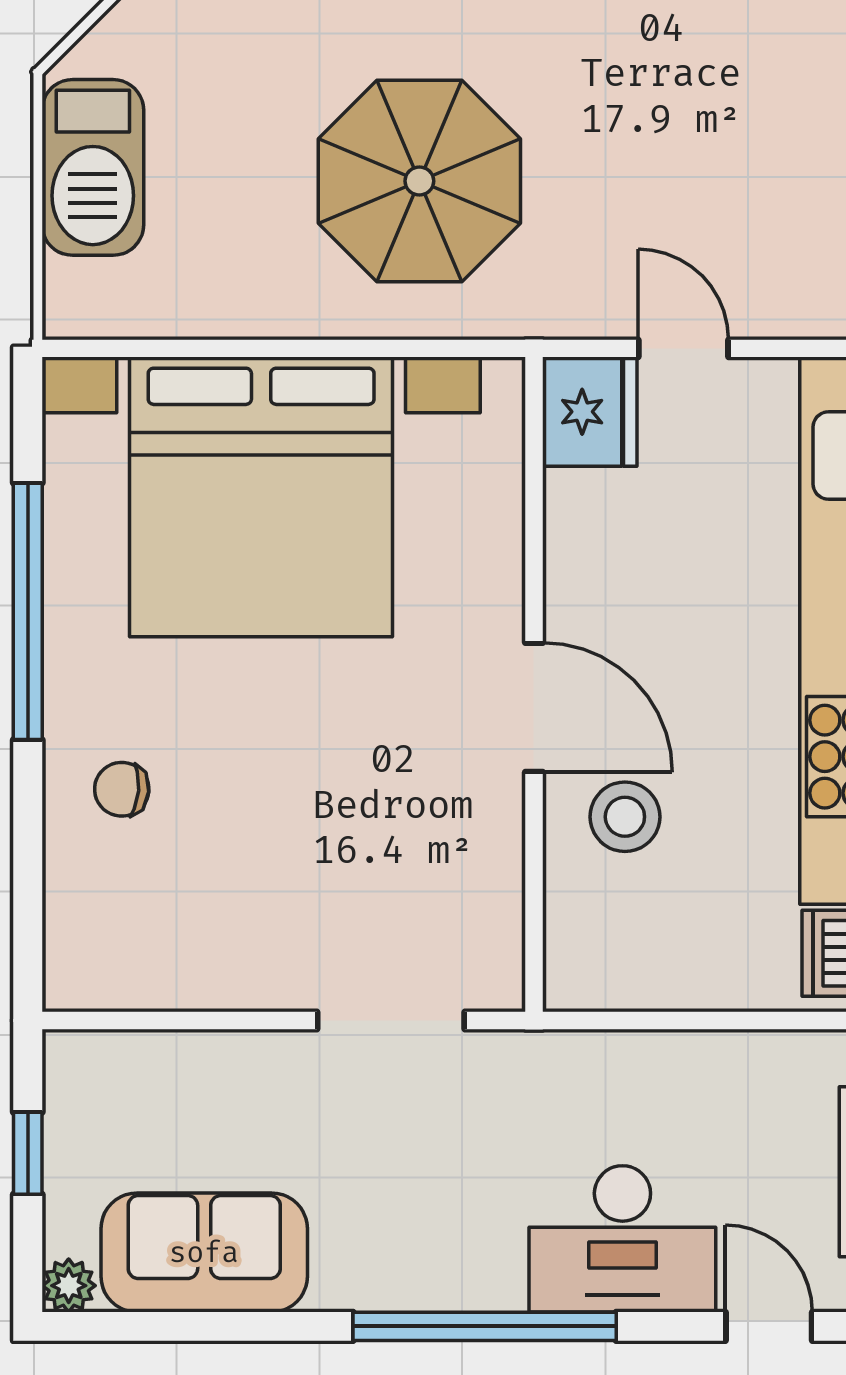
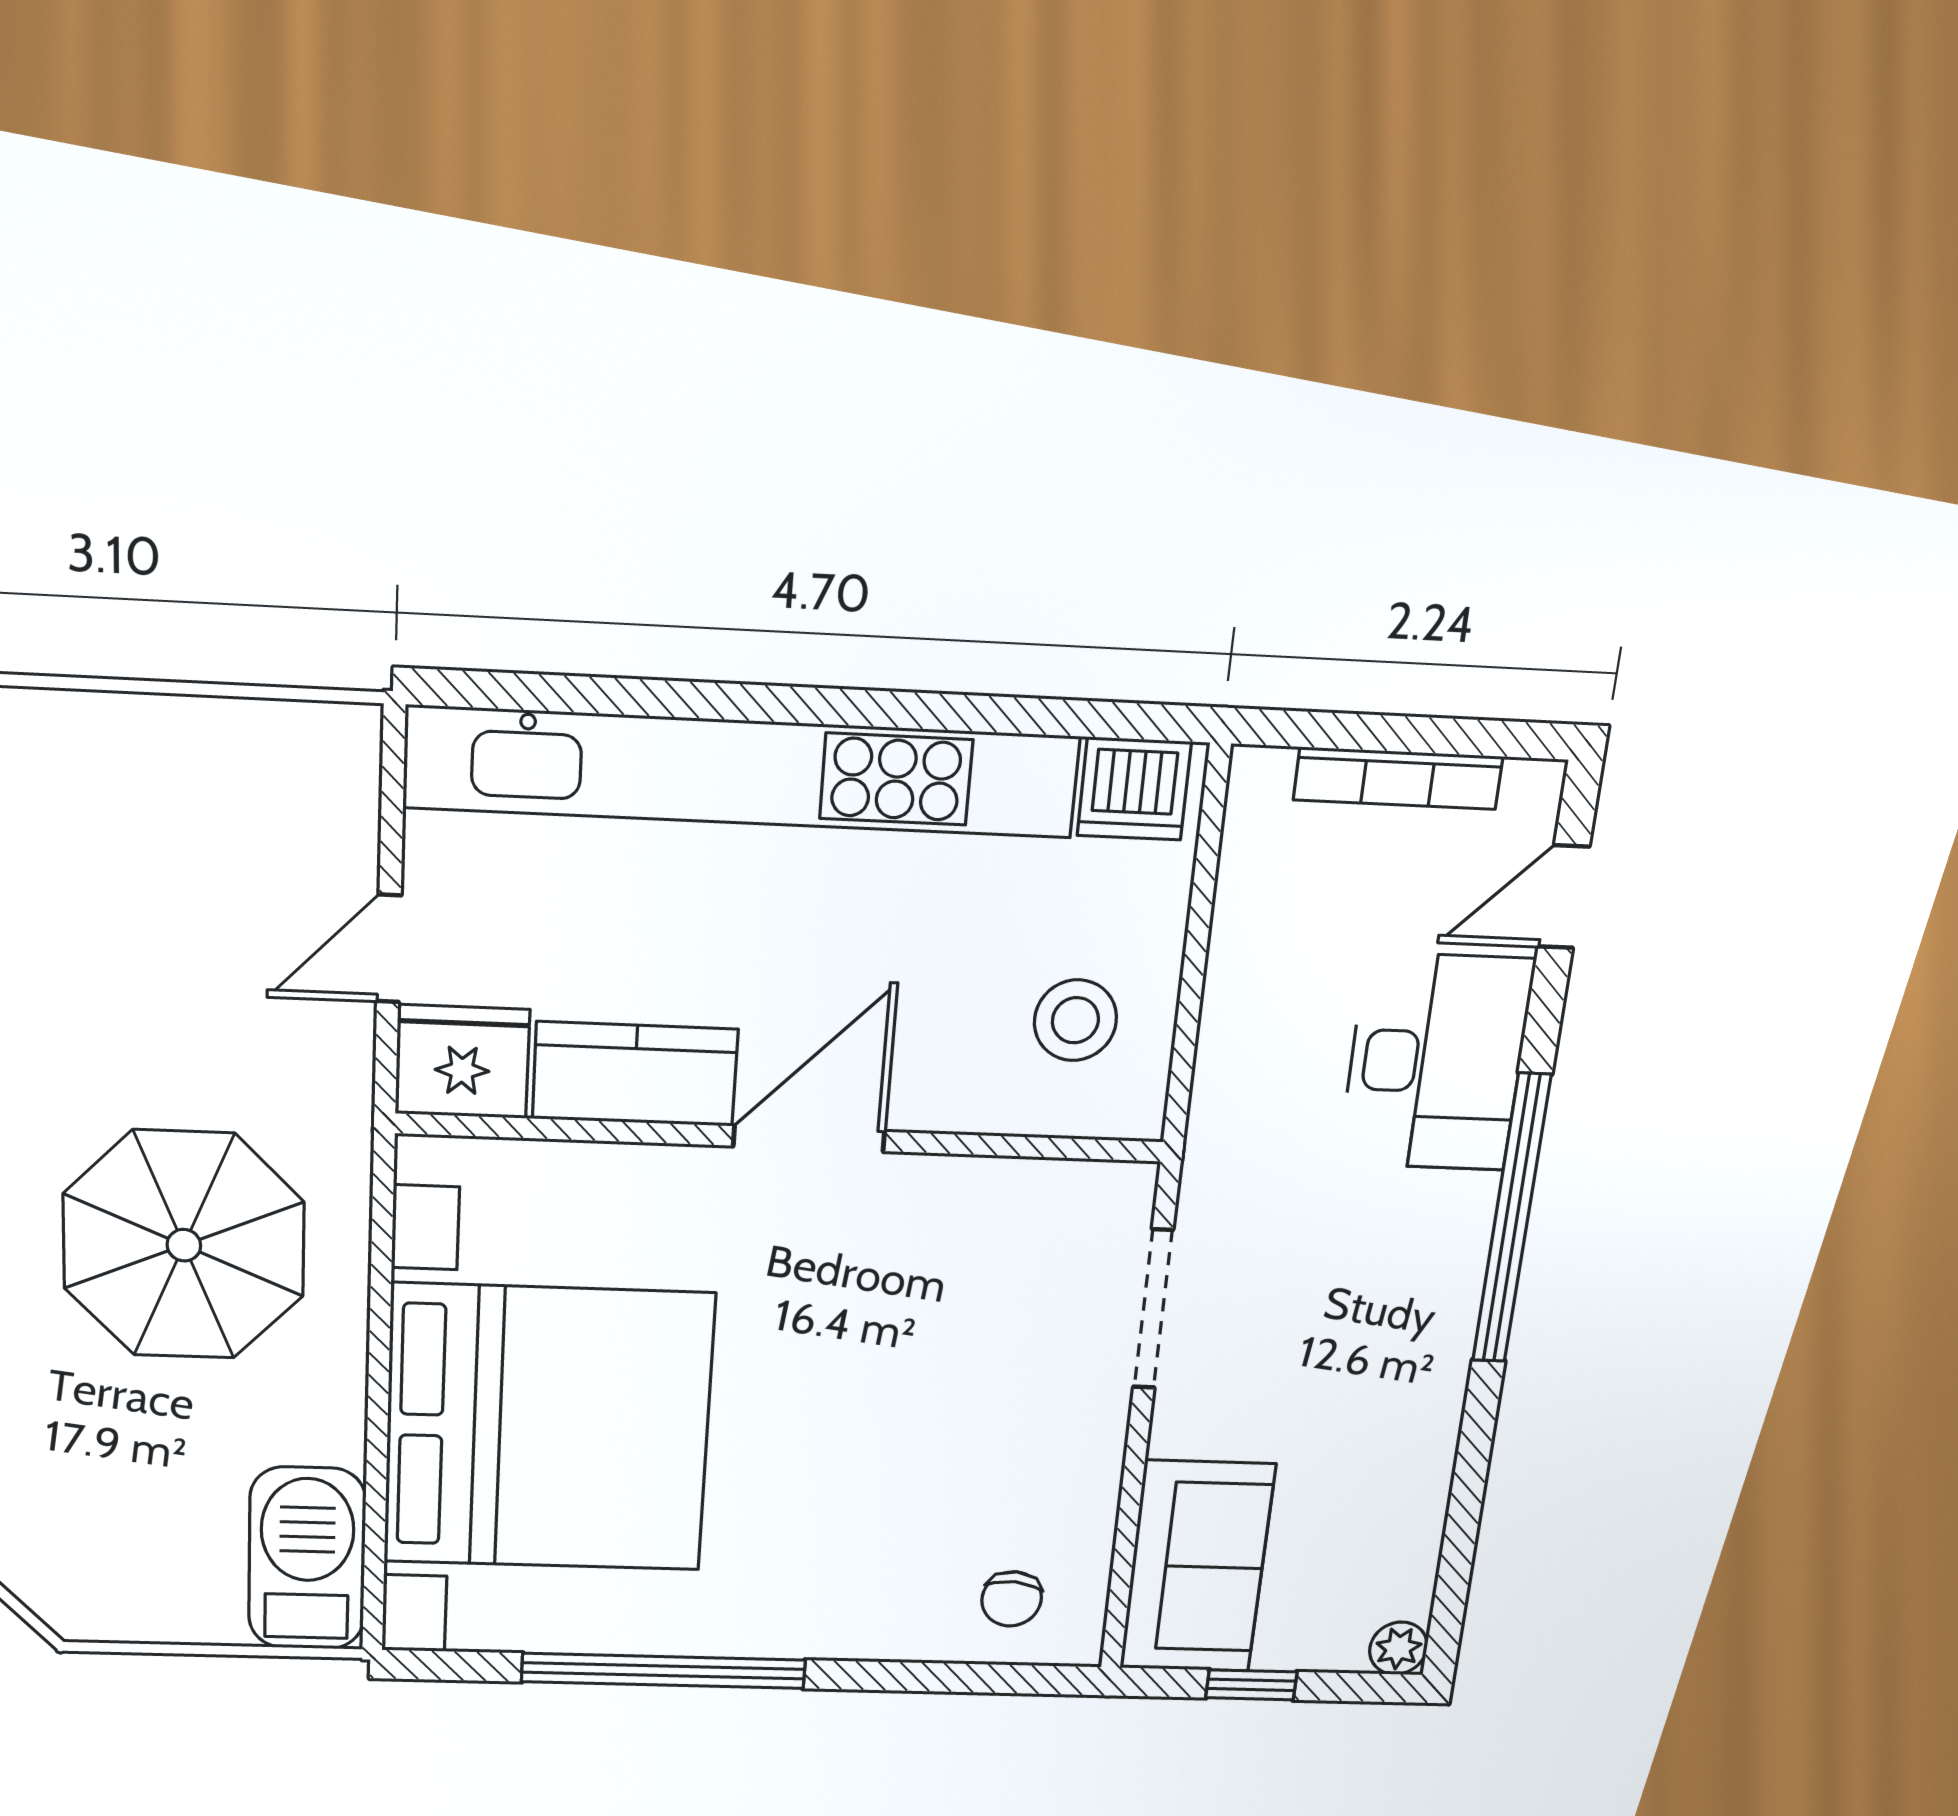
barbecue: (93, 167) -> (307, 1559), moved, turned -90
kitchen counter: (585, 557) -> (635, 1074), added
chair: (122, 789) -> (1012, 1599), moved
stool: (625, 817) -> (1075, 1020), moved
sofa: (204, 1253) -> (1197, 1567), moved, turned 180

